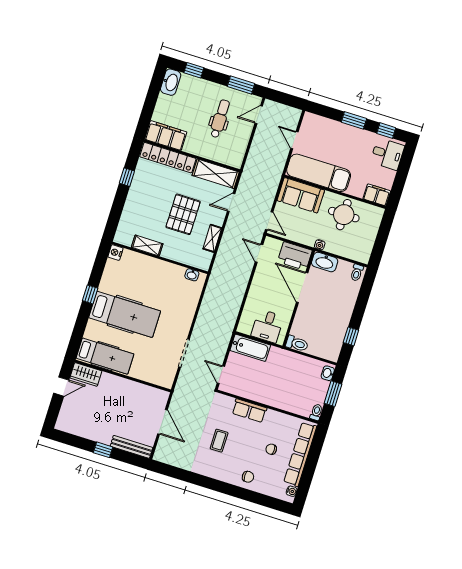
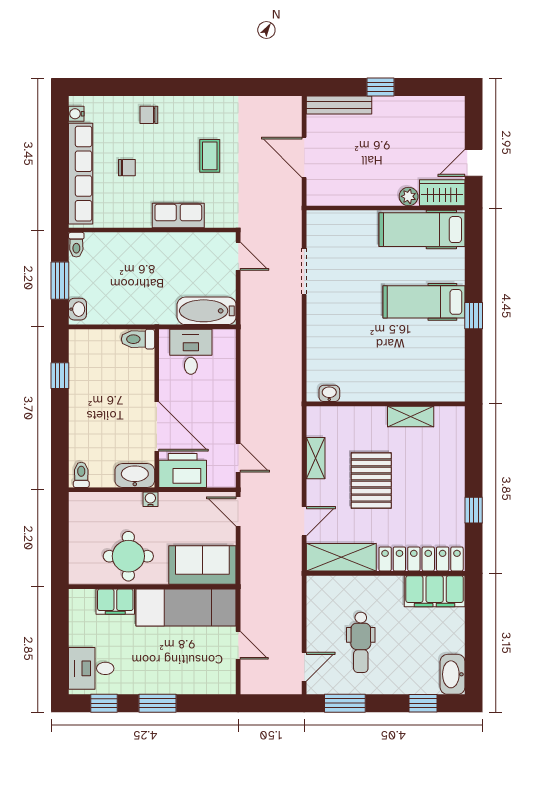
filing cabinet: (377, 195) -> (115, 602), moved
nightstand: (115, 253) -> (455, 391), removed
hospital bed: (125, 314) -> (424, 302), width x0.73, depth x0.78
plant: (107, 379) -> (409, 196), added

